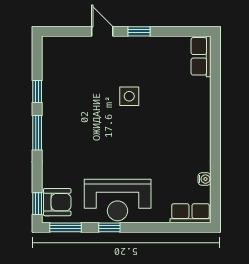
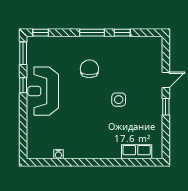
row of seats: (201, 56) -> (137, 152), moved
chair: (87, 136) -> (89, 69), added
armchair: (57, 202) -> (42, 47), removed
row of seats: (190, 213) -> (33, 144), removed

